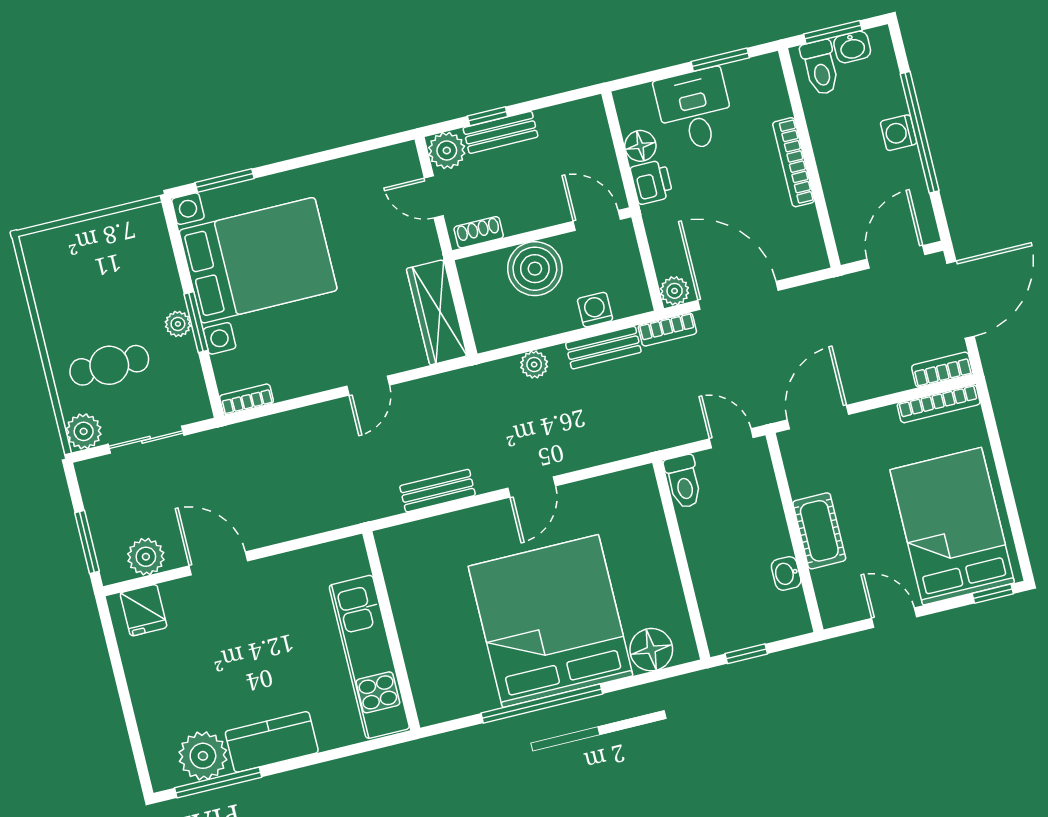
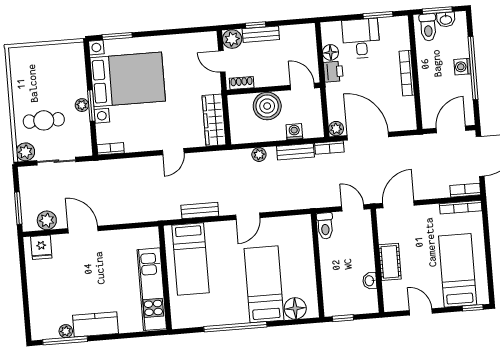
bed: (952, 526) -> (458, 270), width x0.67
bed: (434, 587) -> (190, 259), added
bed: (550, 621) -> (264, 284), width x0.49
plant: (203, 756) -> (66, 331), width x0.53, depth x0.53

